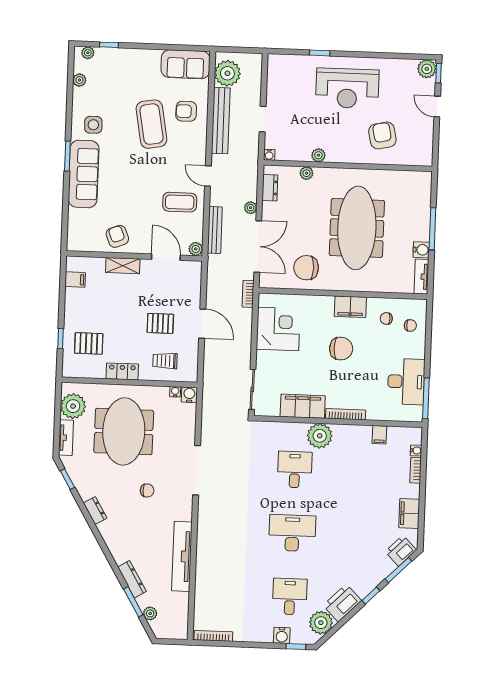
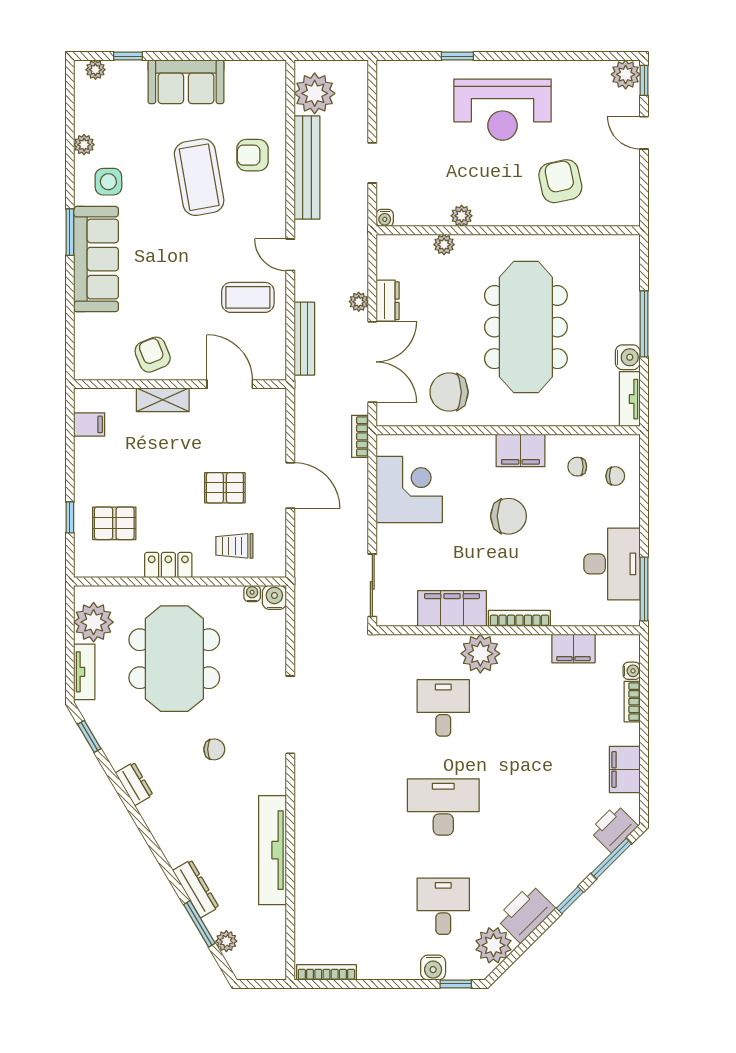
sofa: (185, 64) -> (186, 82), moved
plant: (79, 80) -> (84, 145), moved
dresser: (270, 188) -> (388, 301), moved
plant: (196, 249) -> (276, 369), removed
filing cabinet: (379, 435) -> (573, 648), width x2.00

